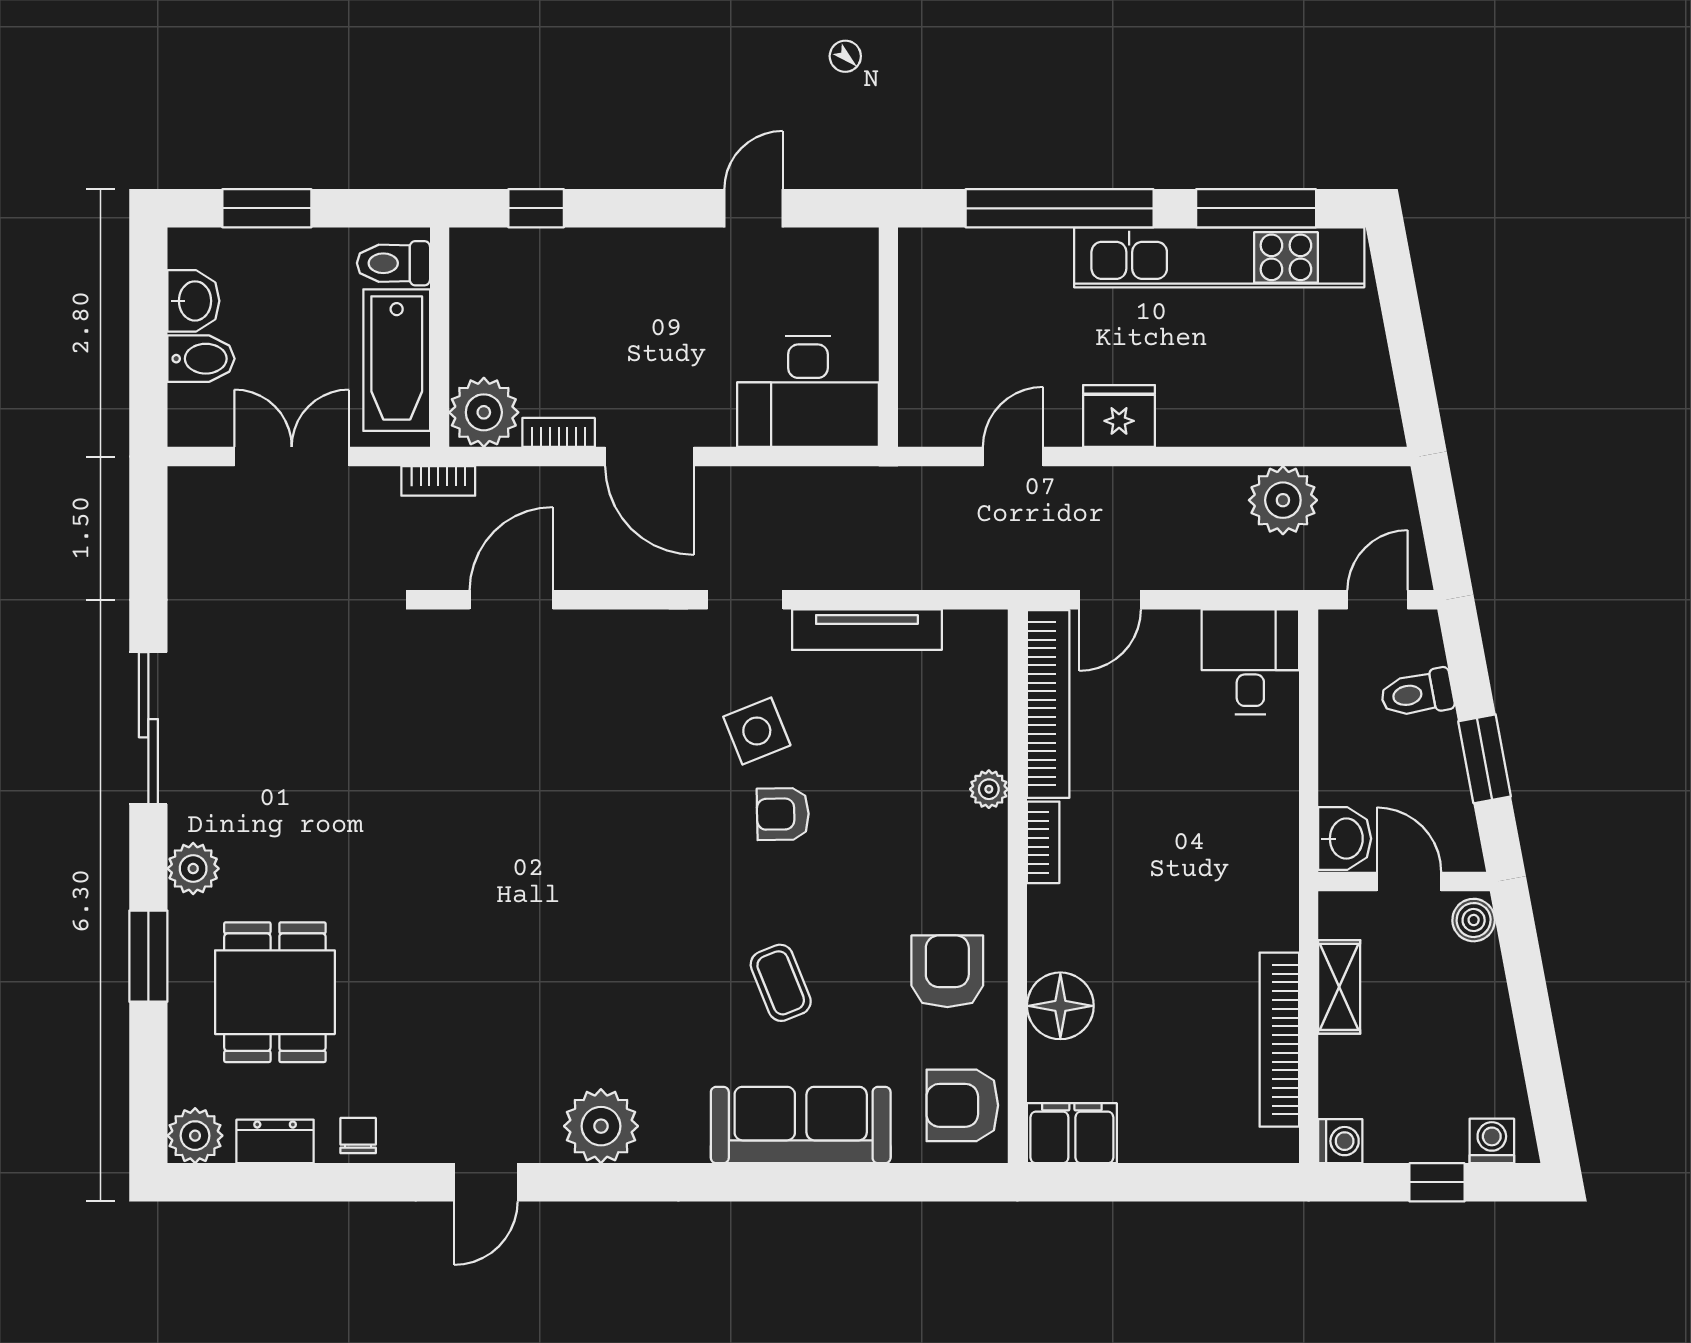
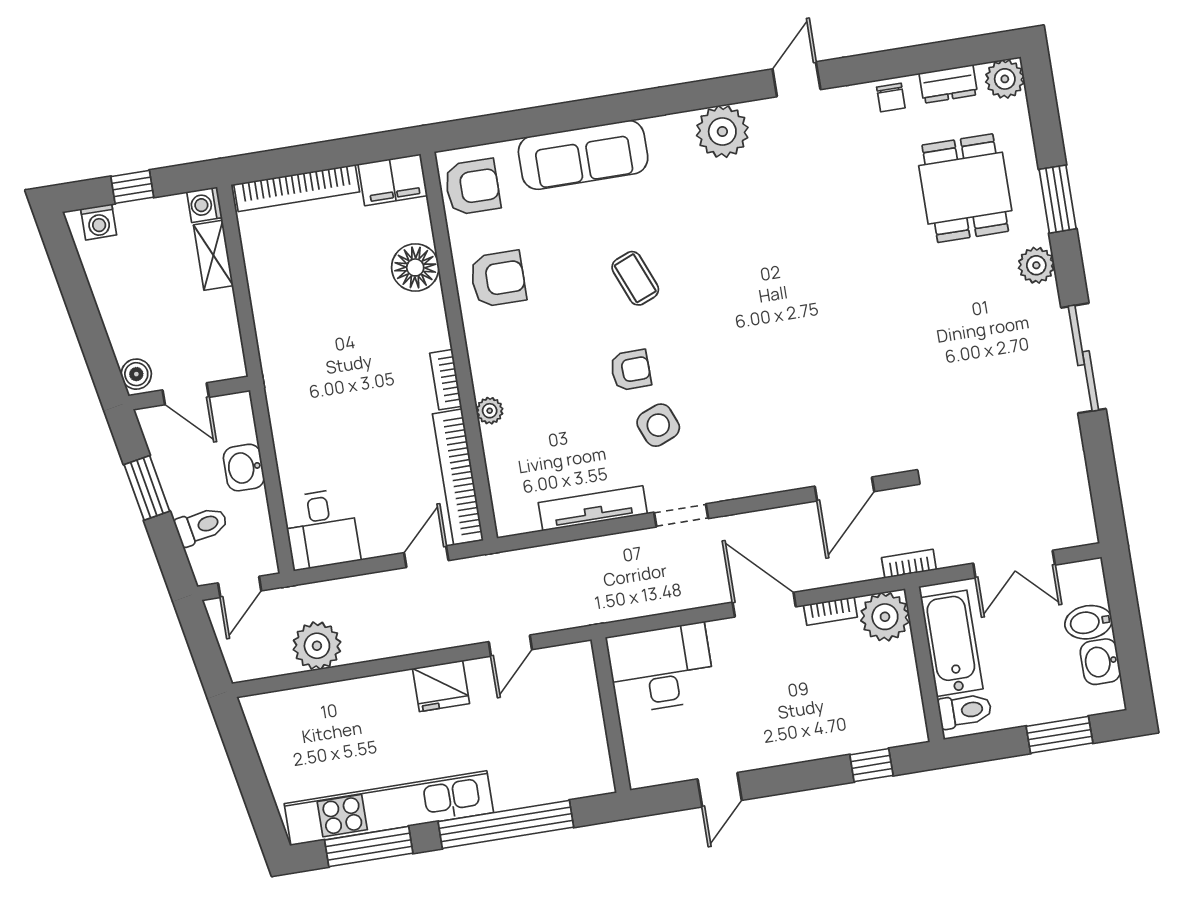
washbasin: (1345, 839) -> (244, 468), moved
armchair: (947, 971) -> (498, 279), turned -90
coffee table: (781, 983) -> (635, 278), moved
shelving: (1339, 987) -> (213, 255), moved
bookcase: (1279, 1040) -> (297, 188), moved, turned 90

